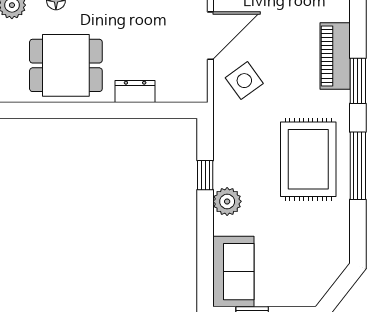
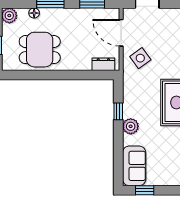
door: (210, 36) -> (121, 33), swing flipped
dresser: (135, 91) -> (103, 64), moved

